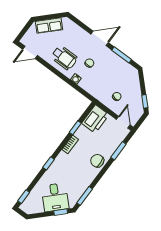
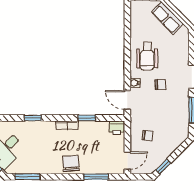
door: (30, 52) -> (127, 100), moved
printer: (95, 119) -> (117, 128), width x0.53, depth x0.68

